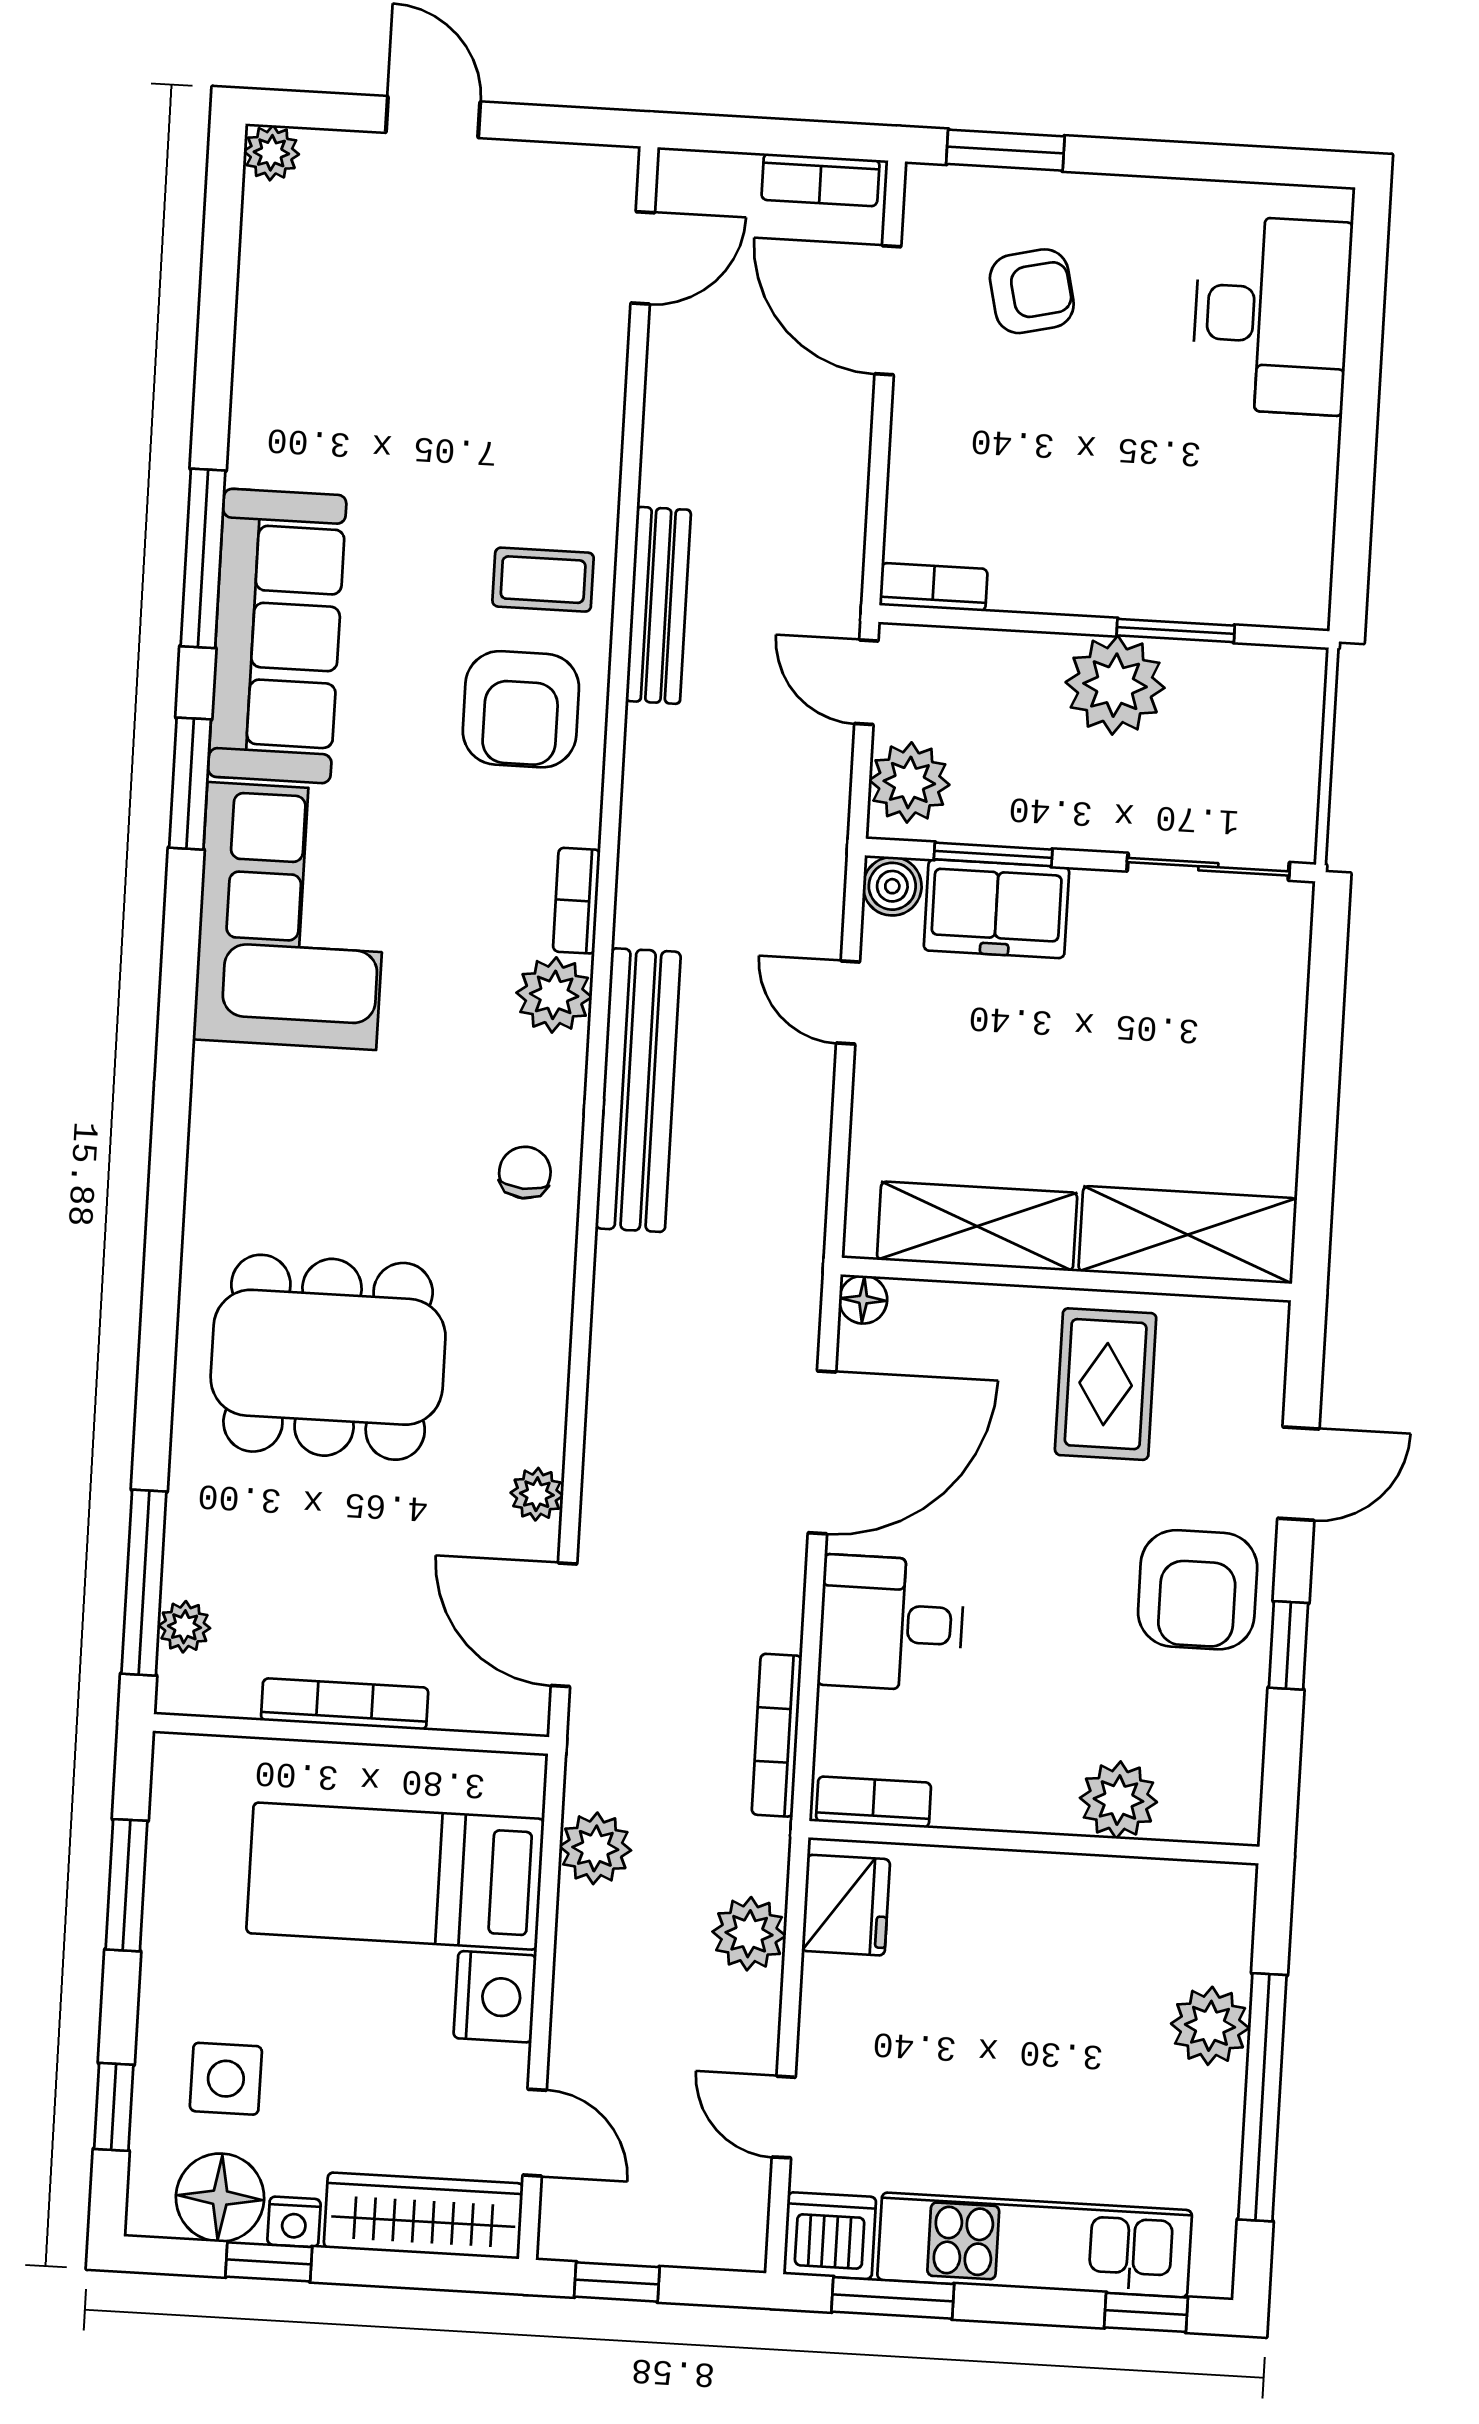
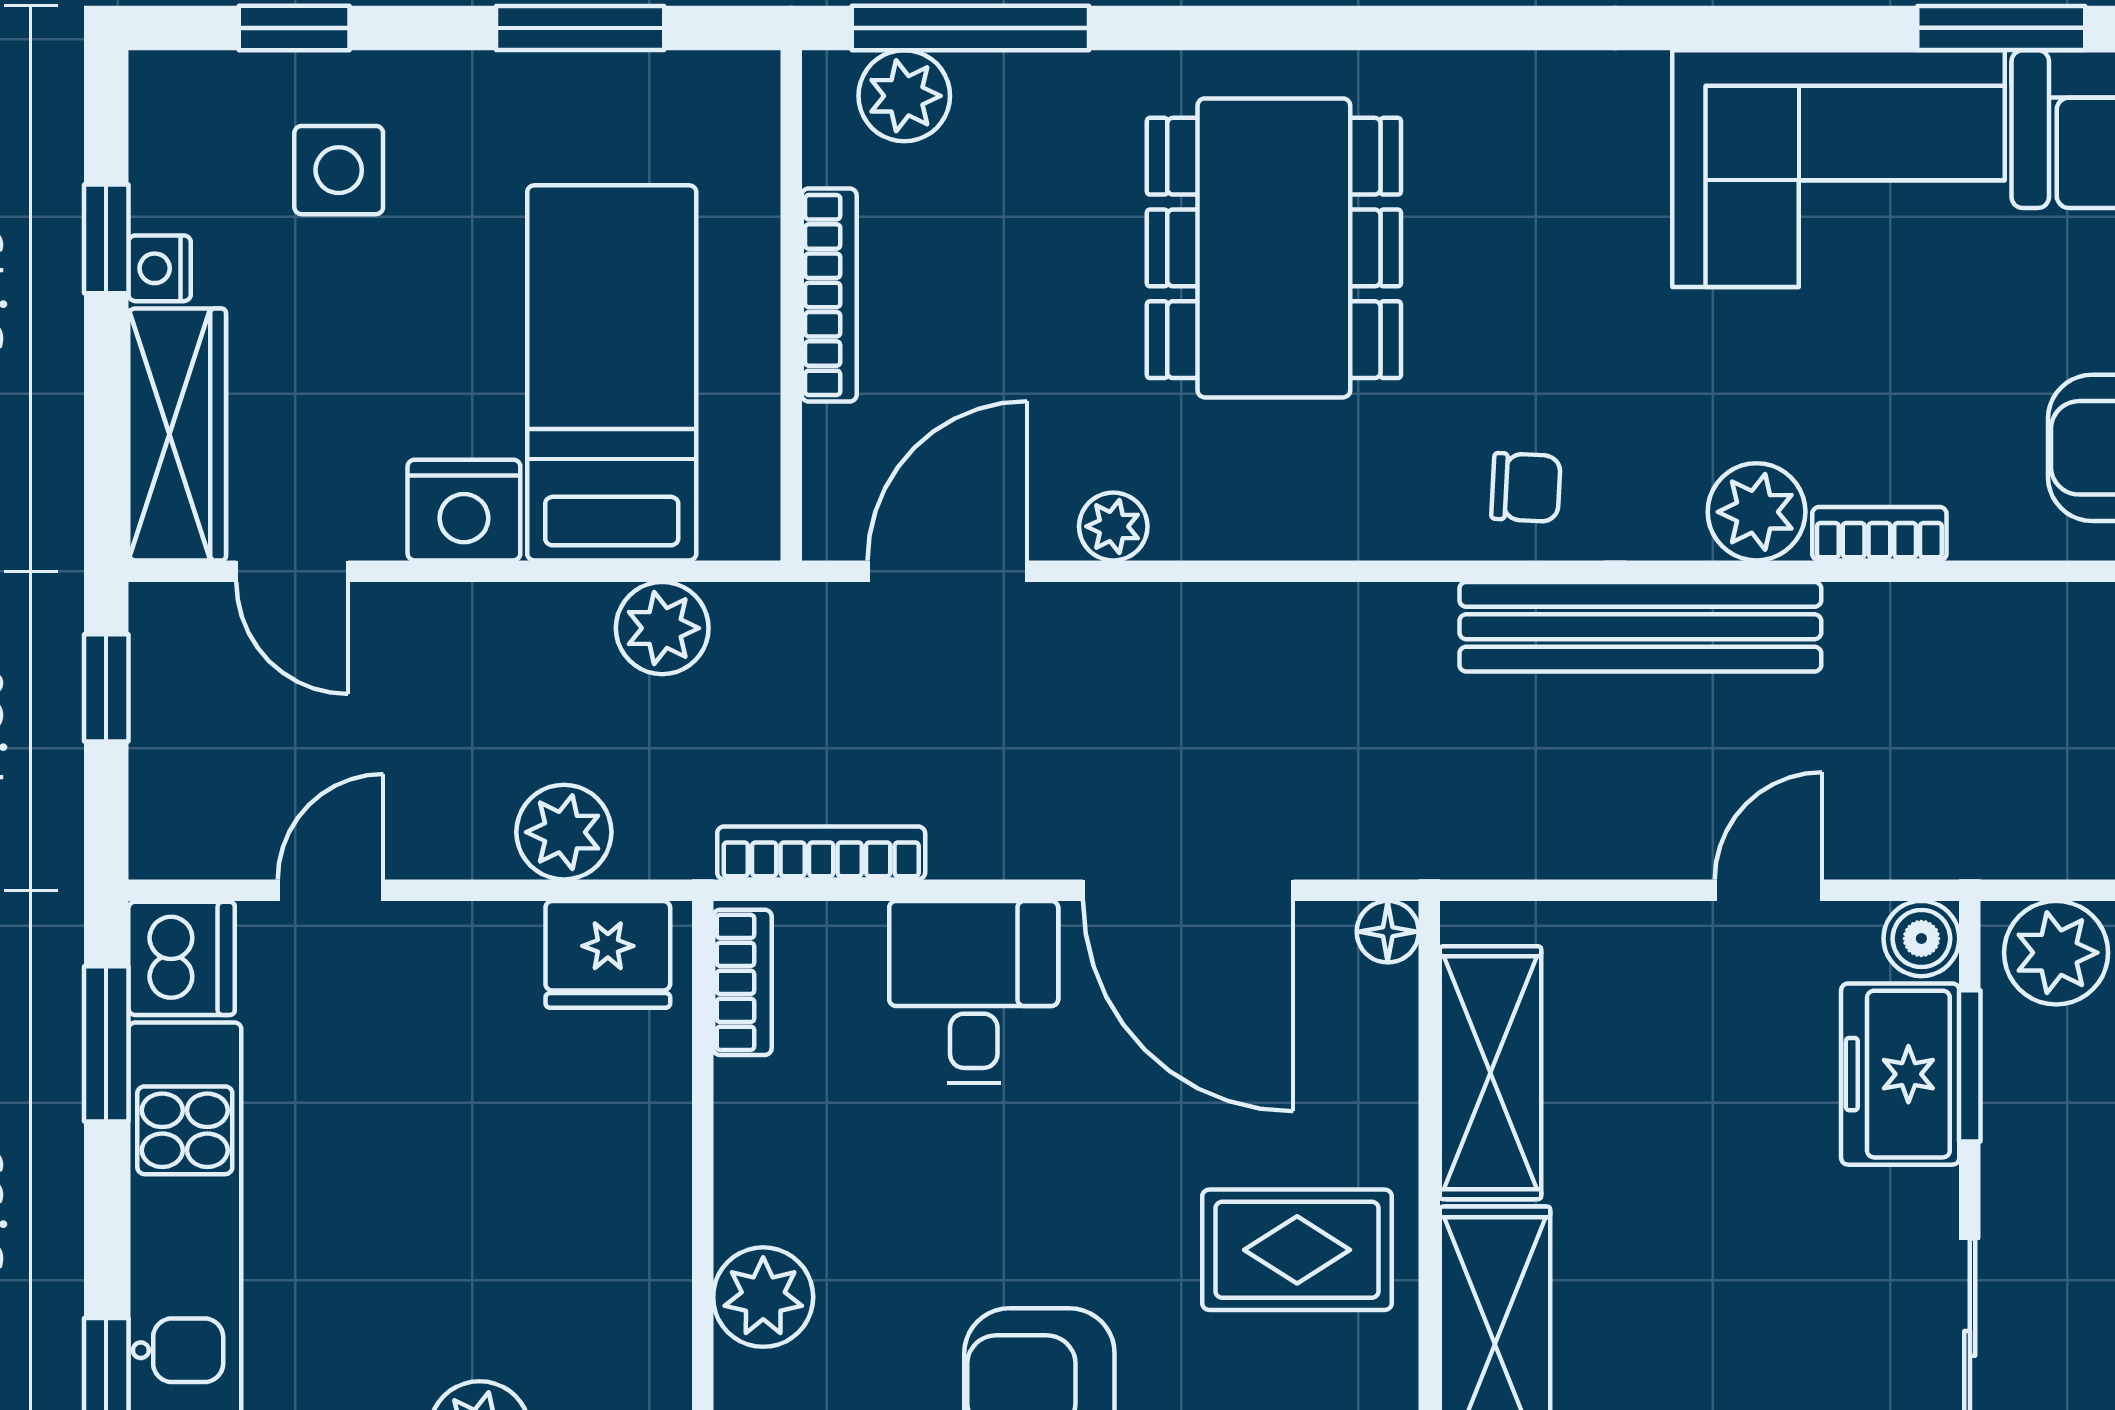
plant: (184, 1627) -> (904, 96), width x1.38, depth x1.38
door: (535, 2133) -> (292, 571), hinge flipped
floor lamp: (220, 2198) -> (185, 171), removed

